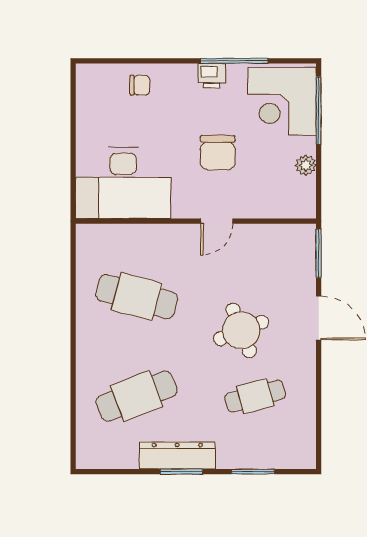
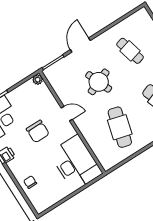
chair: (218, 153) -> (38, 131), turned 90
plant: (306, 165) -> (38, 80), moved
round table: (241, 330) -> (99, 82), moved

